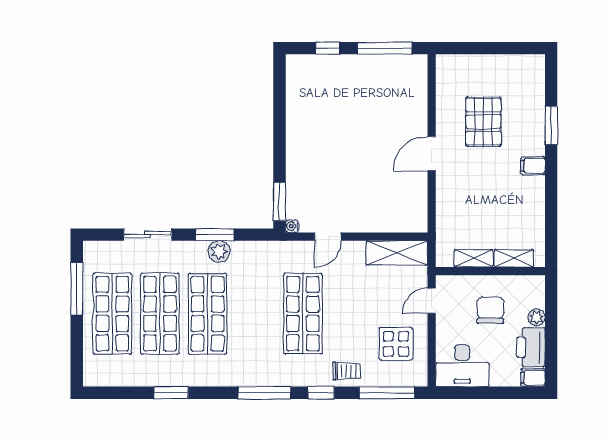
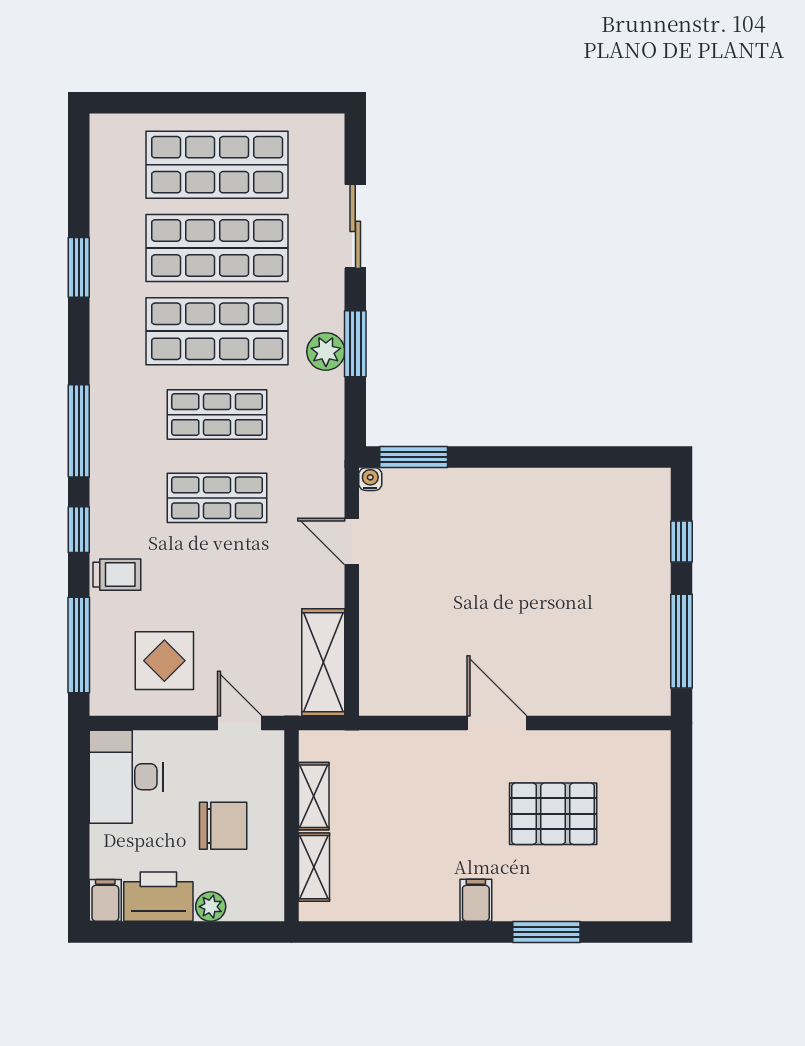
window: (77, 289) -> (260, 103), removed
shop shelf: (255, 314) -> (217, 415), added
shop shelf: (303, 314) -> (217, 498), width x0.70, depth x0.74
trolley: (347, 371) -> (117, 575), turned -90

